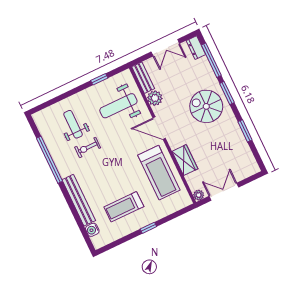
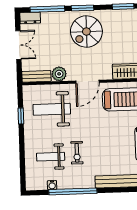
weight bench: (118, 106) -> (52, 109), turned 90
water cooler: (47, 137) -> (52, 185), added

